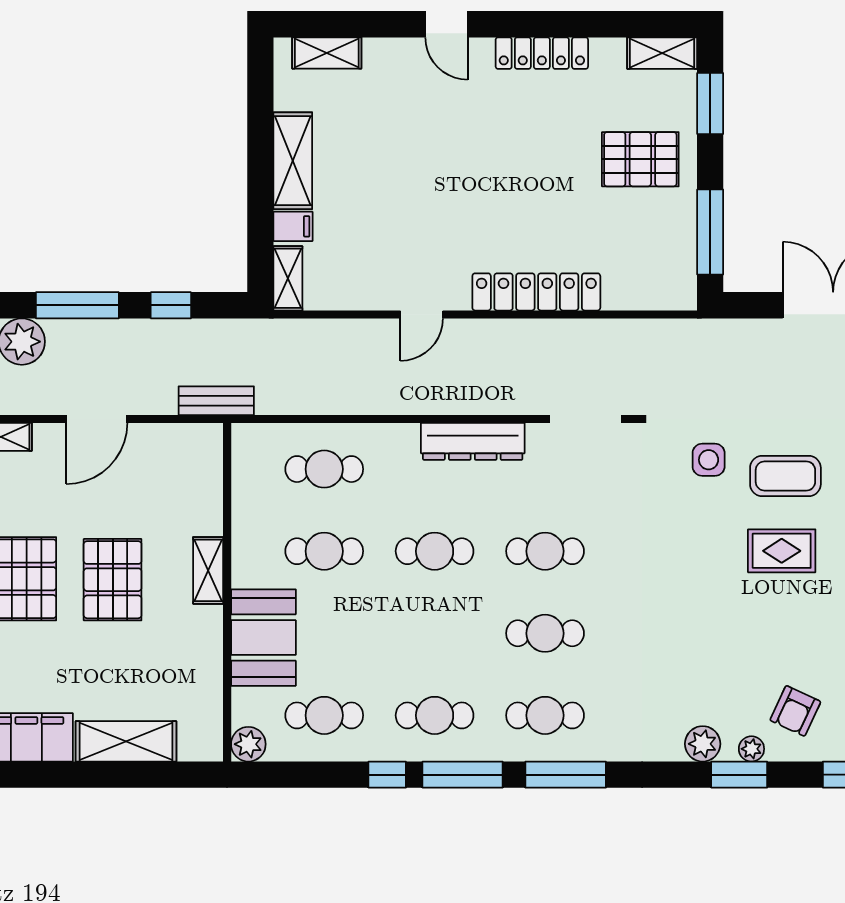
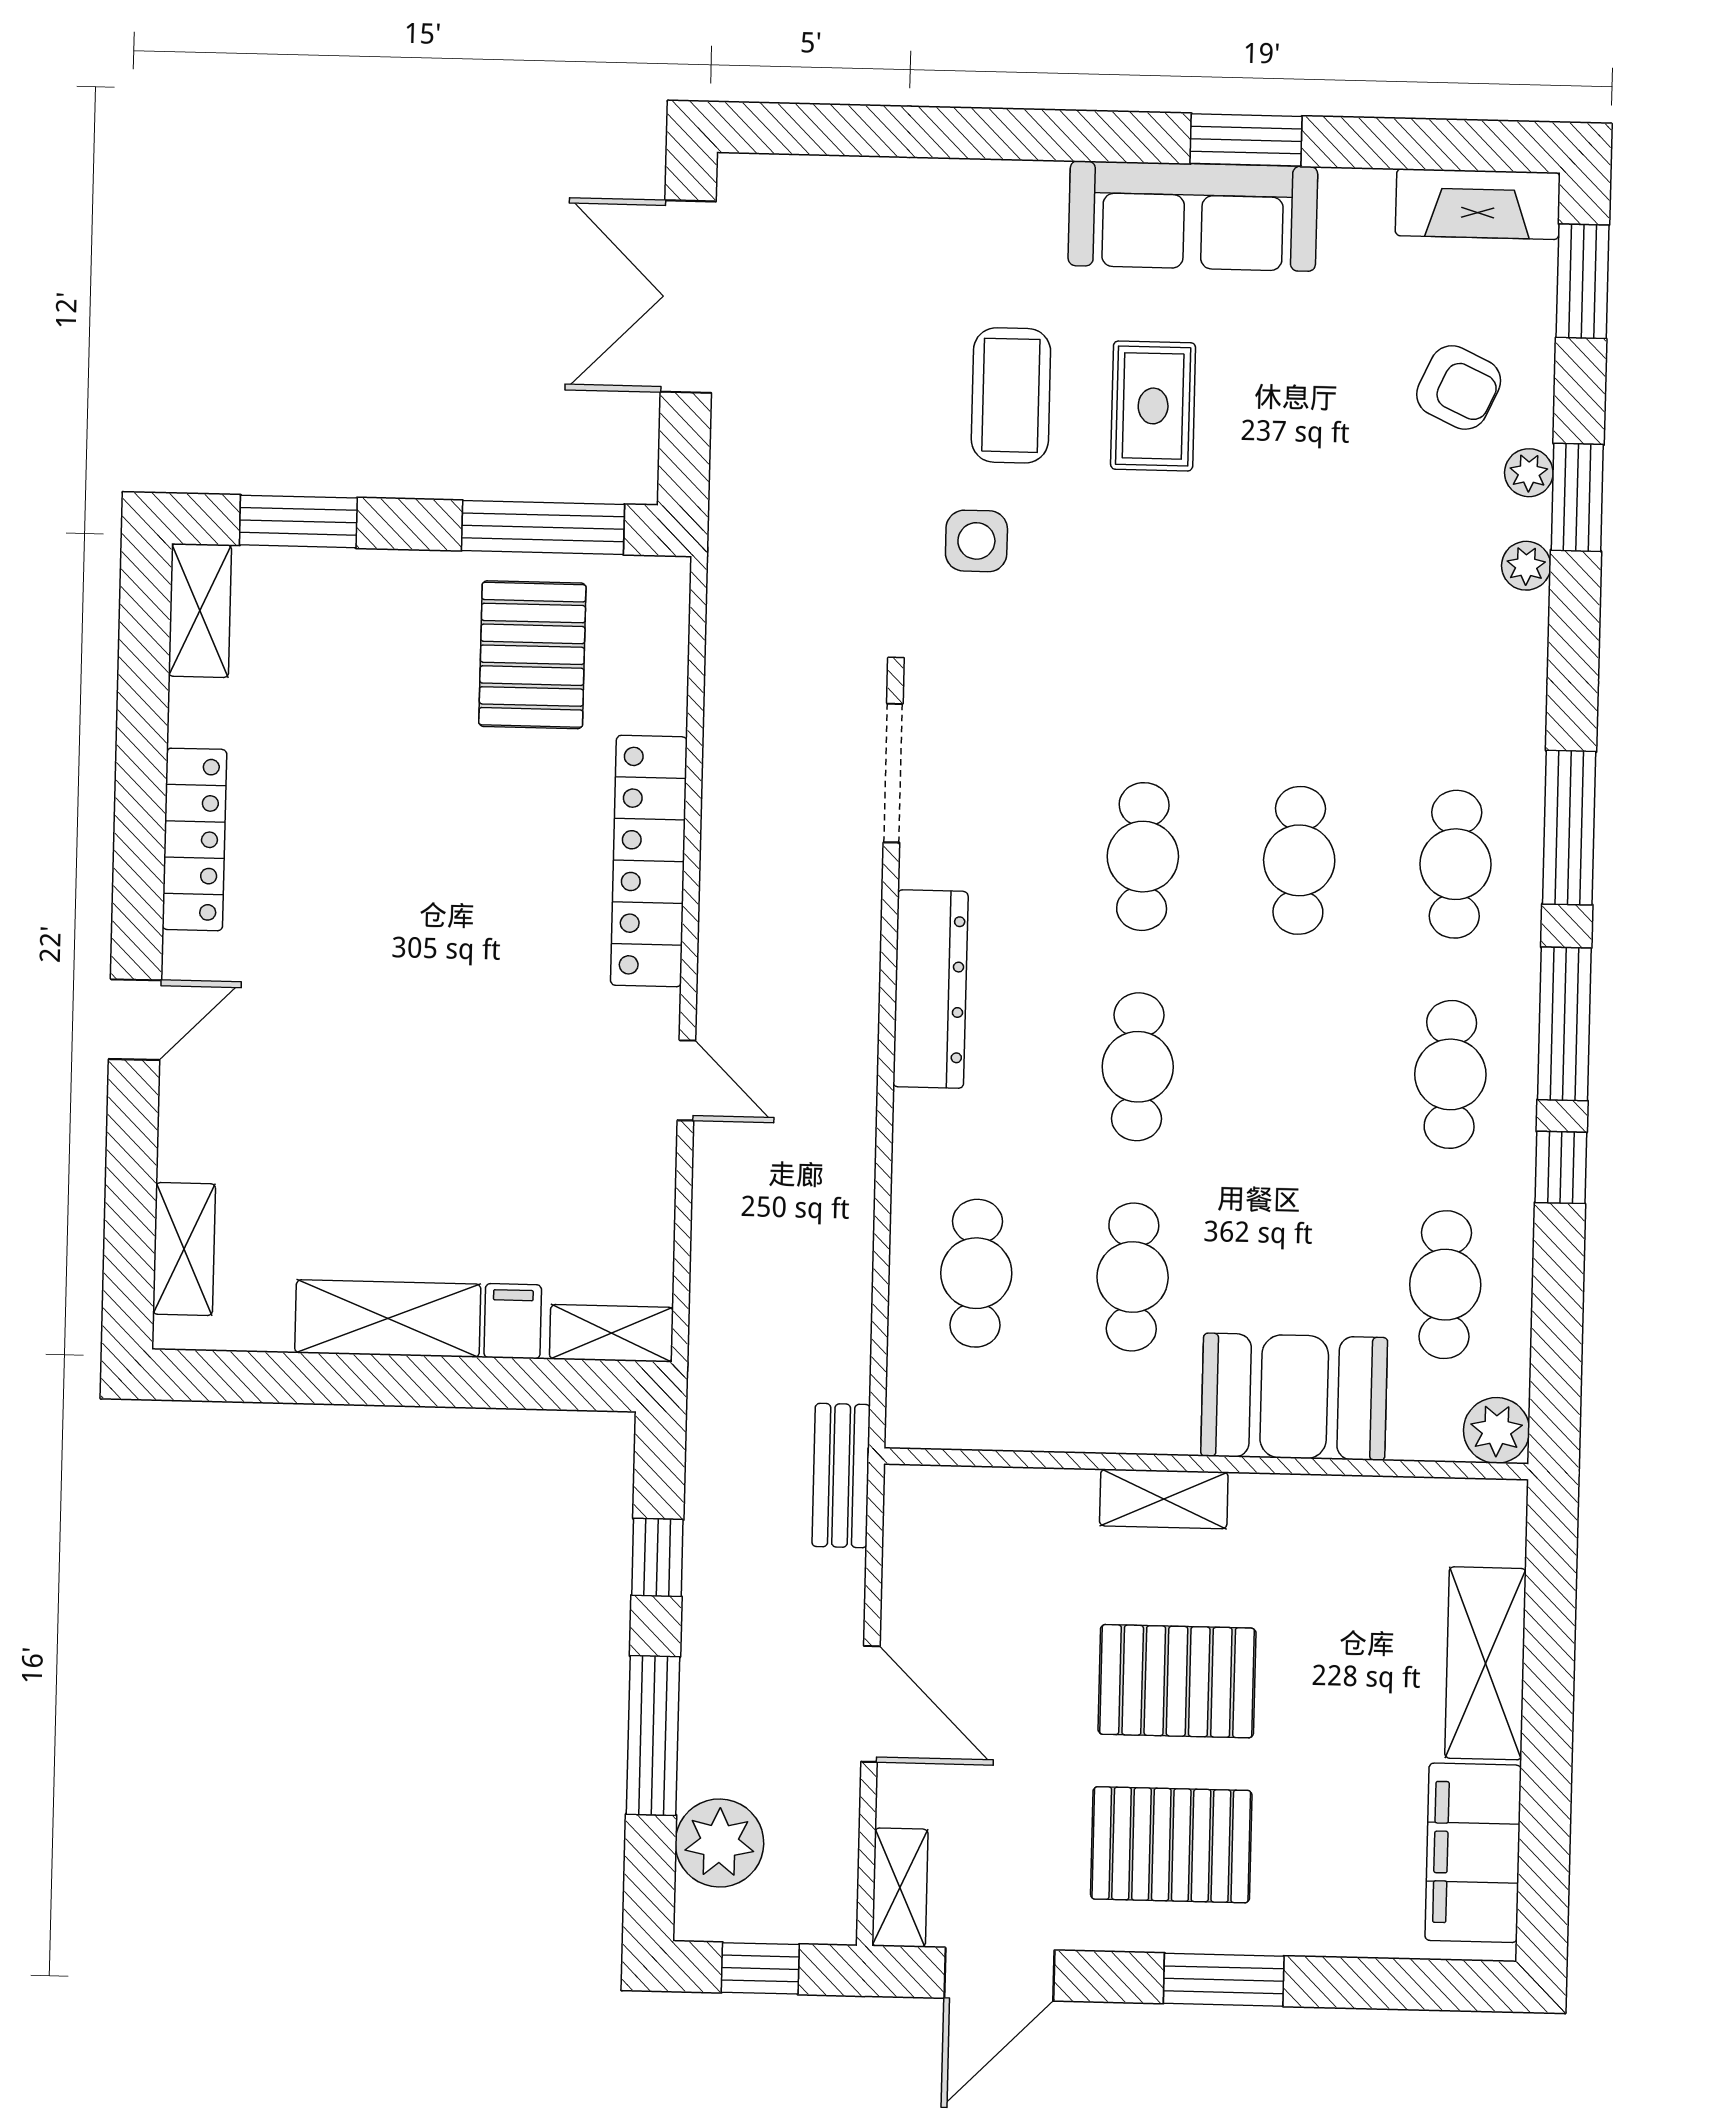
pallet: (640, 159) -> (532, 655), moved
plant: (703, 744) -> (1526, 566), width x0.73, depth x0.73

